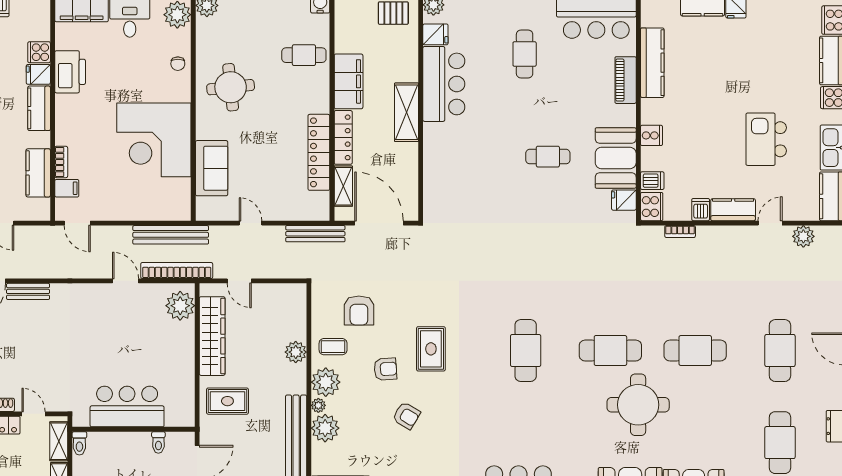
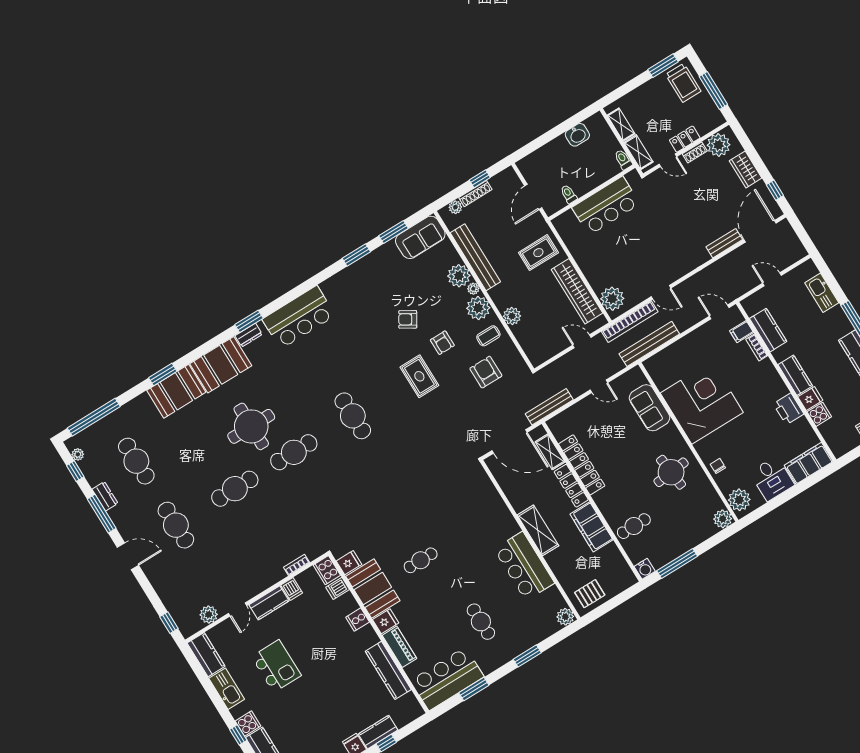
fridge: (435, 34) -> (386, 621), moved, turned 180
printer: (70, 72) -> (789, 409), width x0.73, depth x0.84
armchair: (385, 369) -> (442, 343), turned -86

